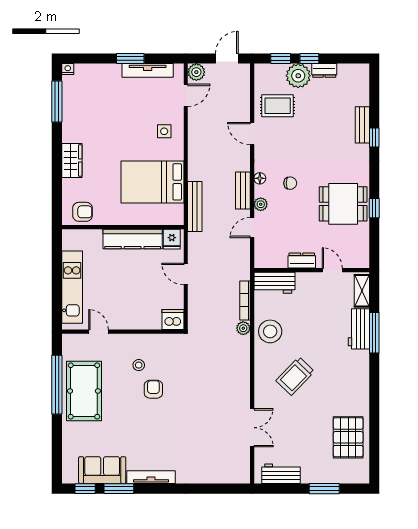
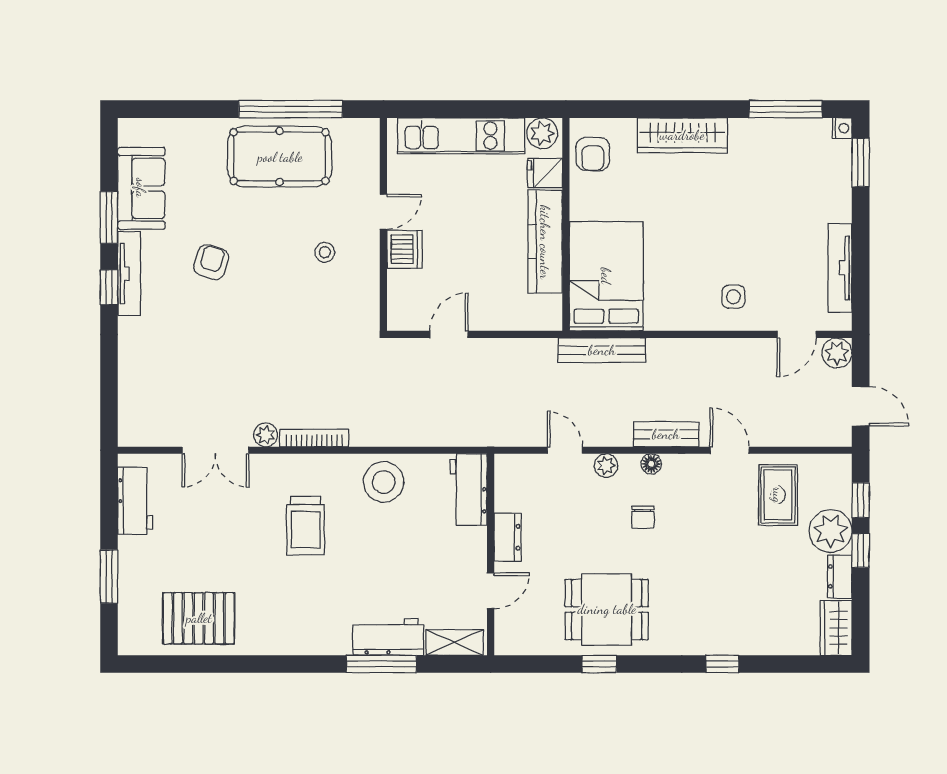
window: (130, 59) -> (861, 162), moved
wardrobe: (354, 73) -> (836, 628), added
door: (186, 95) -> (797, 334), hinge flipped
bench: (362, 125) -> (745, 643), removed
door: (252, 134) -> (730, 450), hinge flipped
wardrobe: (72, 160) -> (682, 135), width x1.50
bed: (152, 182) -> (606, 276), moved
bench: (243, 190) -> (666, 434), moved
dining table: (343, 204) -> (607, 609), turned 90
fridge: (172, 239) -> (545, 173), moved
plant: (71, 241) -> (542, 133), added
door: (186, 274) -> (449, 334), moved
bookcase: (245, 300) -> (314, 438), moved
dishwasher: (173, 319) -> (405, 249), moved
plant: (243, 328) -> (266, 435), moved
door: (99, 332) -> (383, 212), moved
trolley: (295, 376) -> (306, 526), turned -134
armchair: (153, 389) -> (211, 262), moved, turned -72
window: (85, 489) -> (109, 287), moved

